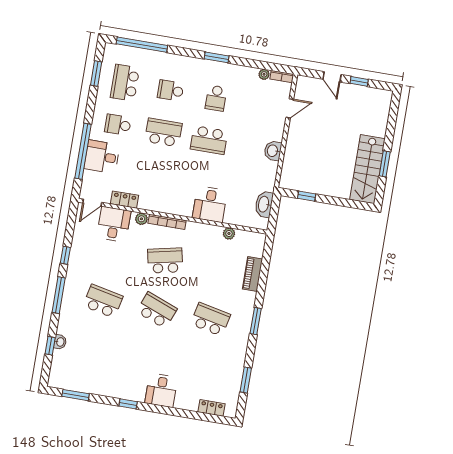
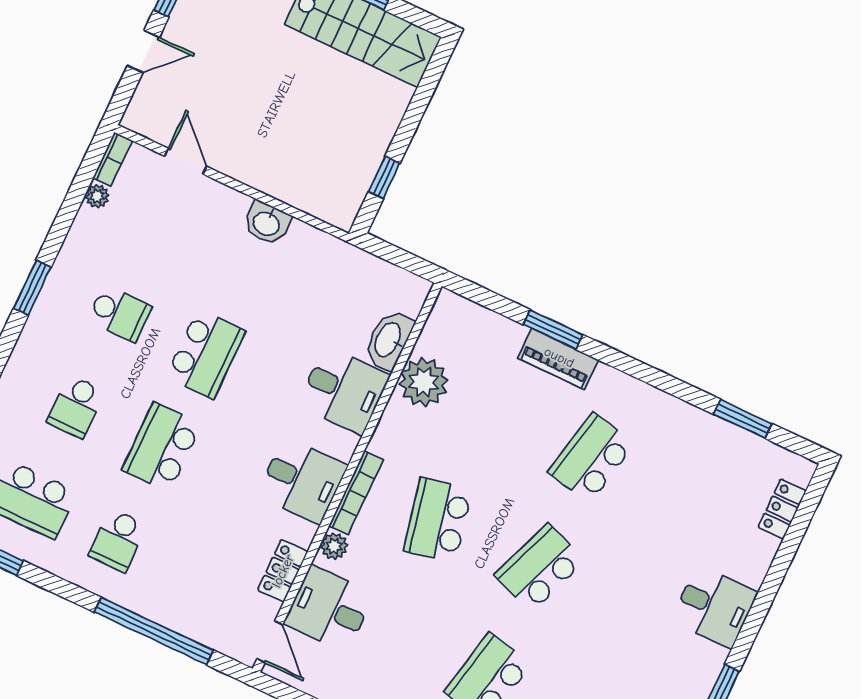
desk: (102, 157) -> (302, 481), moved, turned -90
washbasin: (264, 204) -> (389, 340), moved, turned 90
plant: (229, 234) -> (424, 382), width x1.87, depth x1.87
piano: (252, 274) -> (558, 359), moved
window: (256, 321) -> (553, 330), moved

